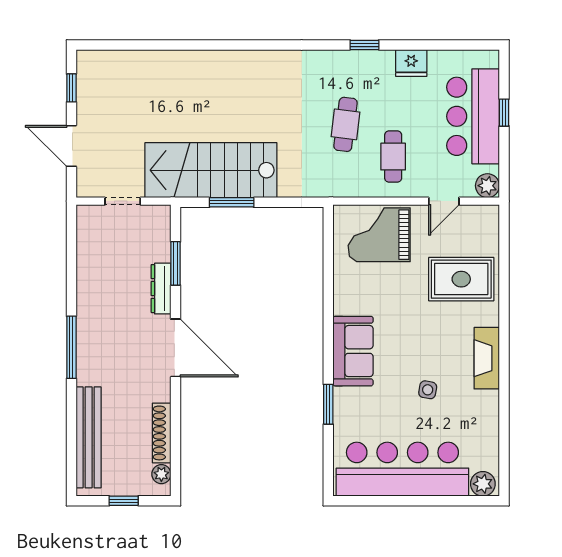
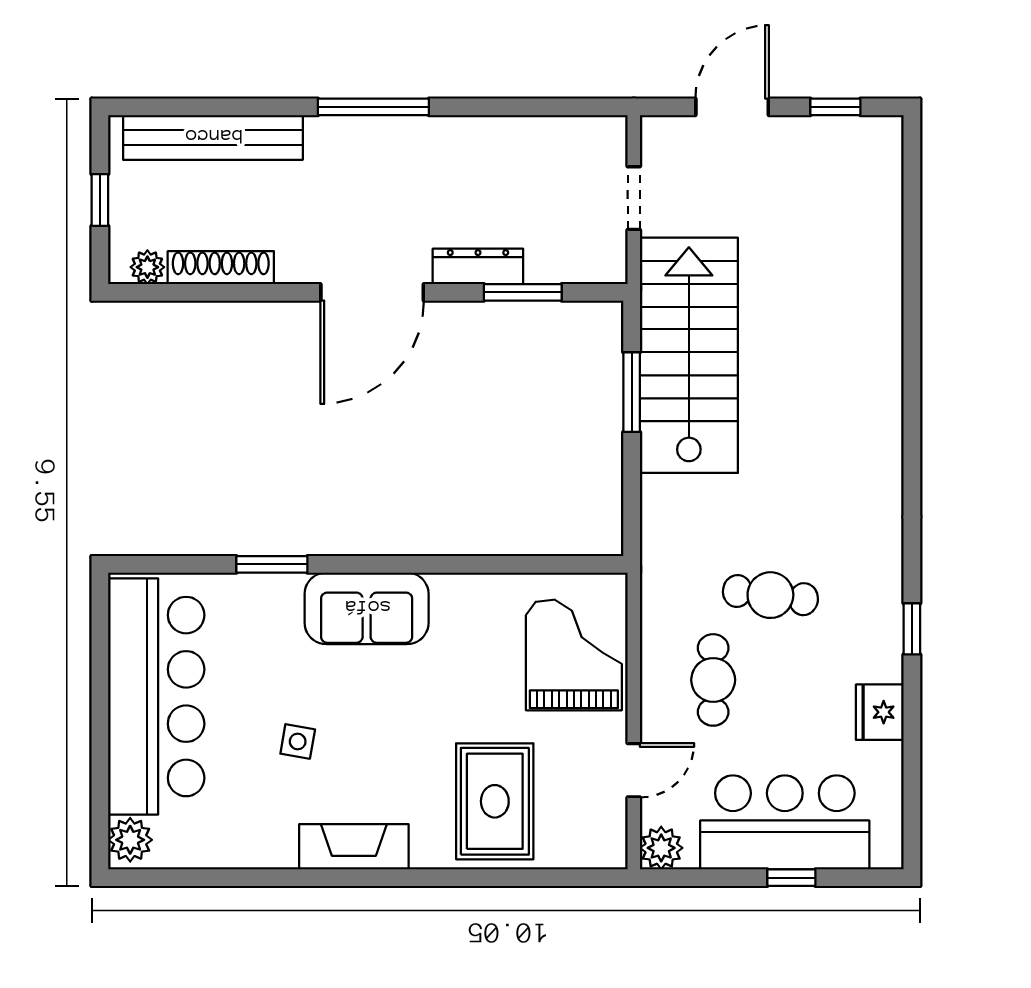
cafe table: (393, 157) -> (713, 680), turned 90
door: (444, 201) -> (634, 770), swing flipped

